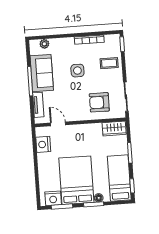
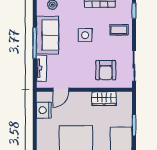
armchair: (99, 102) -> (106, 70), turned -90
door: (58, 124) -> (61, 90), swing flipped
wardrobe: (114, 129) -> (104, 99), moved

